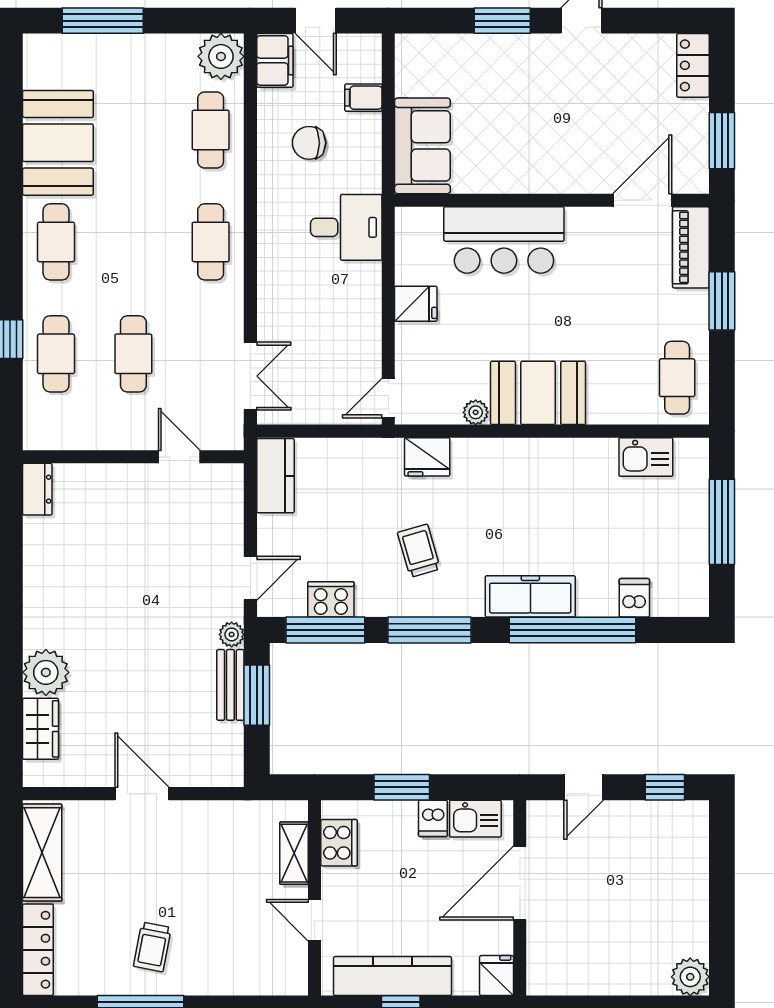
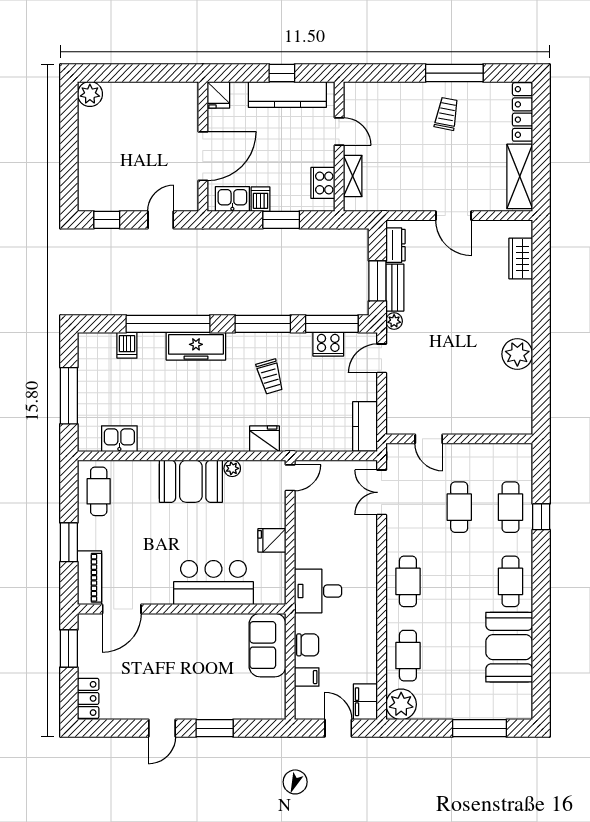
chair: (309, 143) -> (308, 645), moved
dresser: (37, 489) -> (396, 245), moved, turned 180
plant: (46, 672) -> (517, 354), moved

